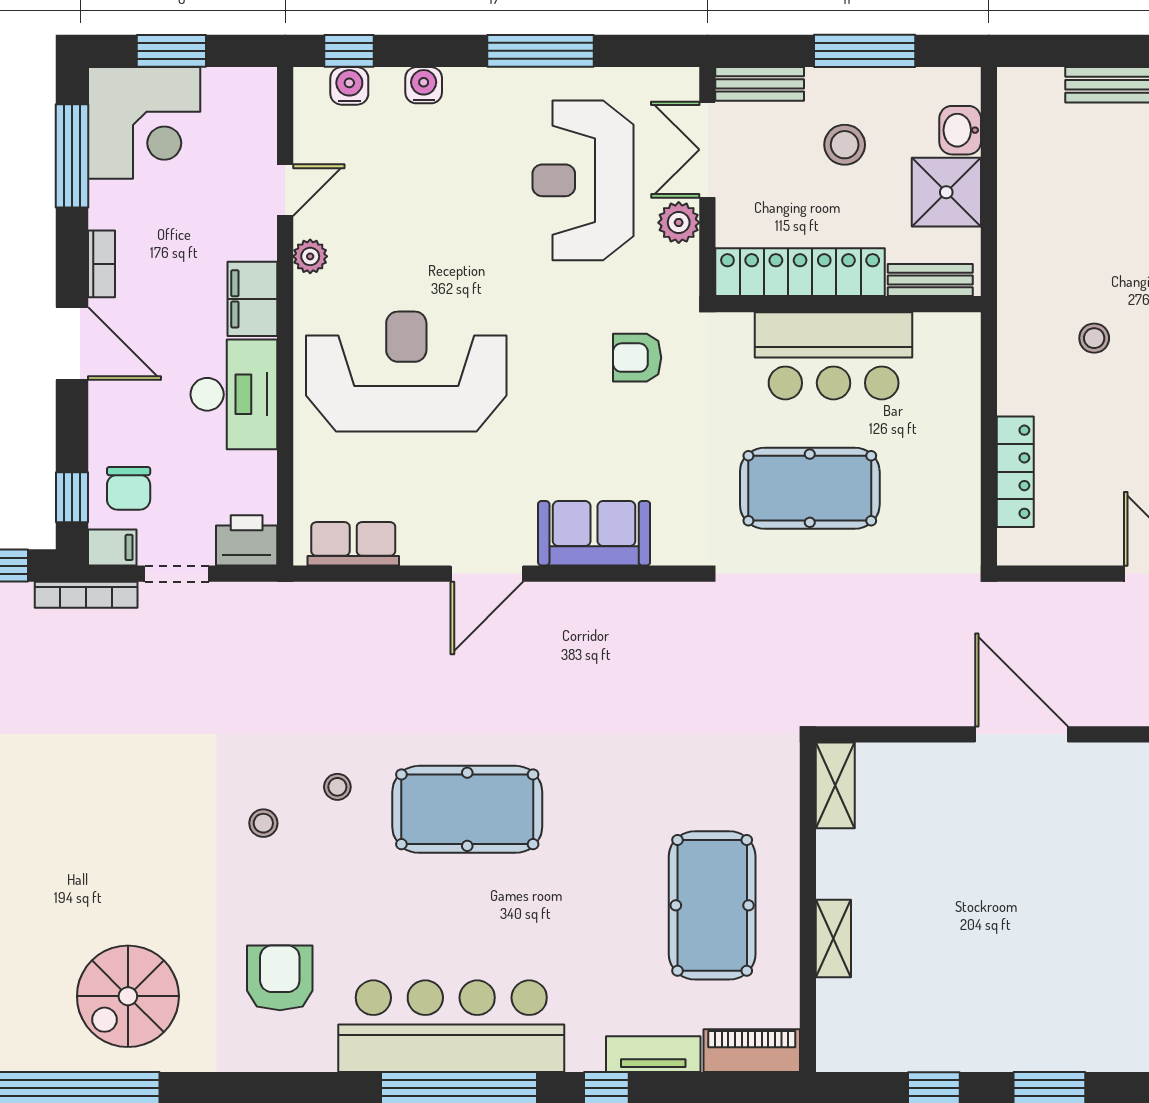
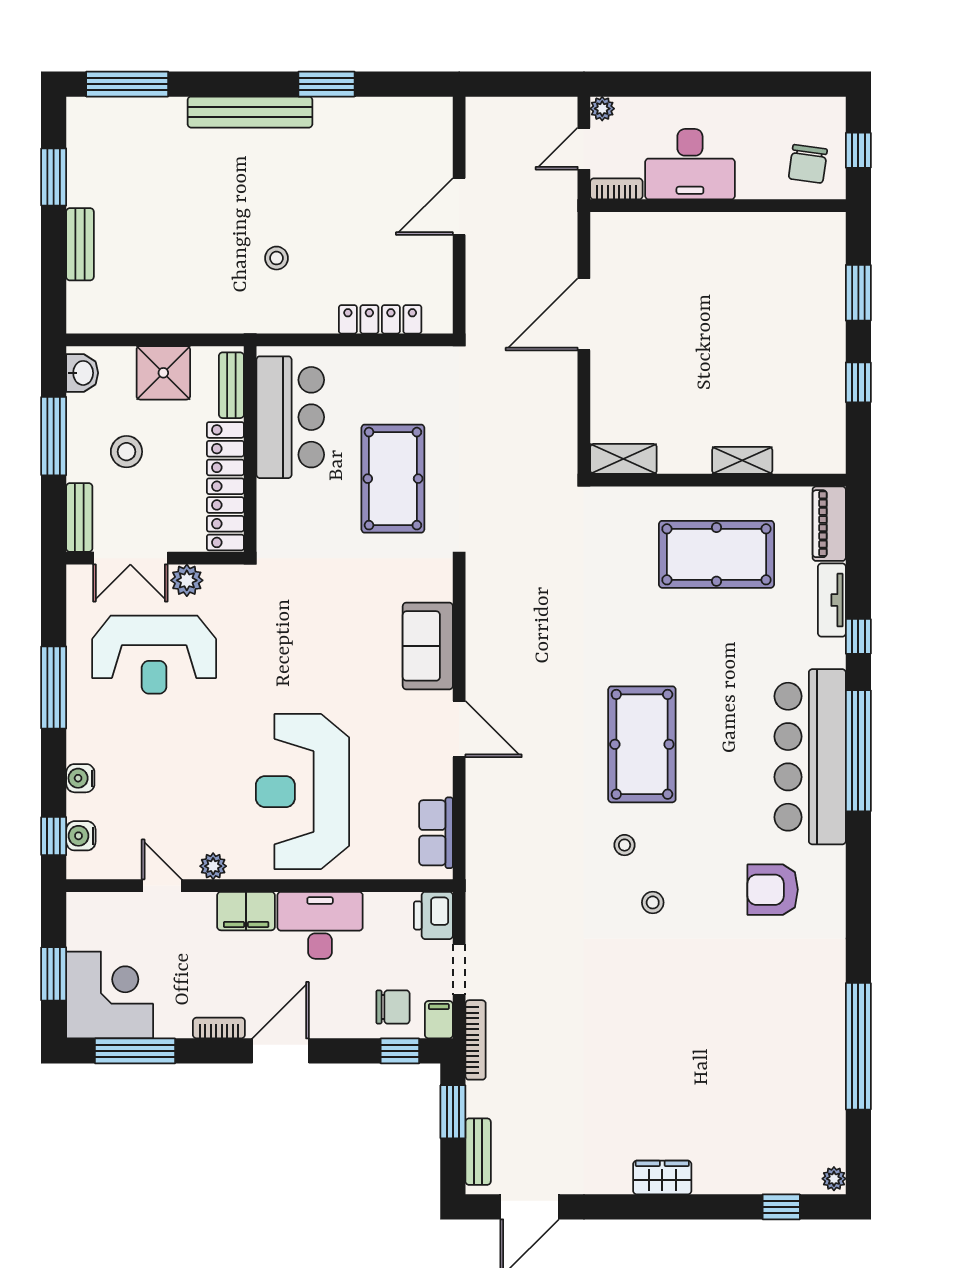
washbasin: (960, 130) -> (82, 373), moved, turned -90
bar counter: (834, 356) -> (290, 417), moved
armchair: (637, 358) -> (292, 613), removed
spiral stairs: (128, 996) -> (787, 1008), removed

